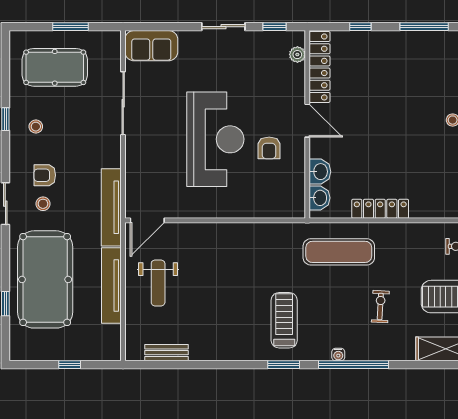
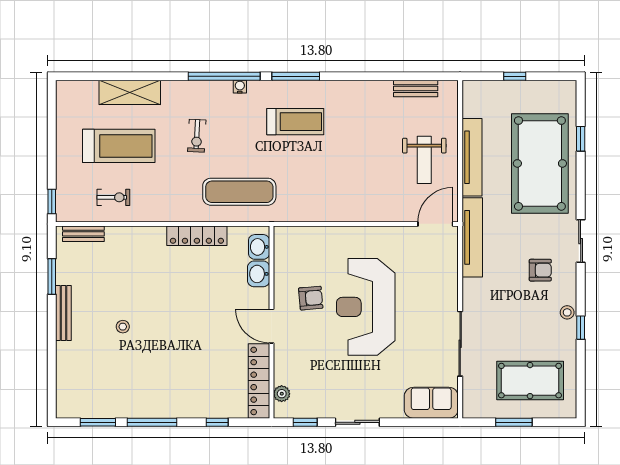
stool: (36, 127) -> (567, 312), moved
armchair: (269, 148) -> (311, 298), turned 85
stool: (43, 204) -> (542, 241), removed
weight bench: (158, 283) -> (424, 160), turned 180
treadmill: (284, 320) -> (295, 122), turned -90
window: (284, 365) -> (296, 76), width x1.44

